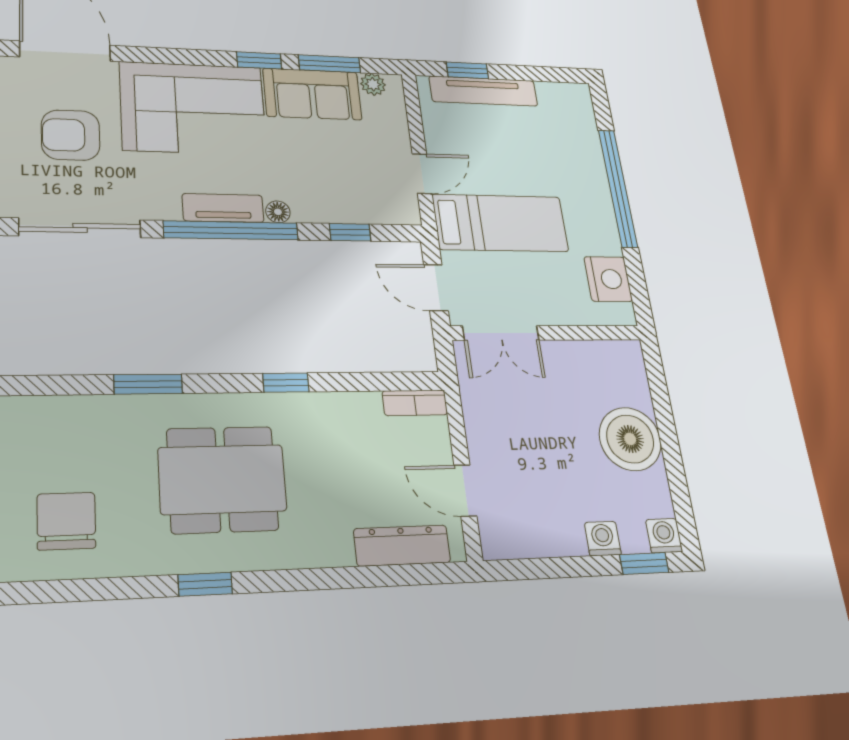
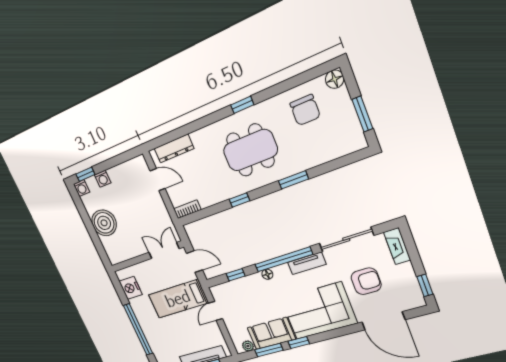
tv unit: (223, 208) -> (307, 263), moved

